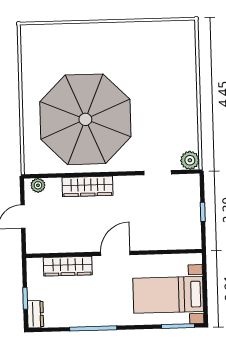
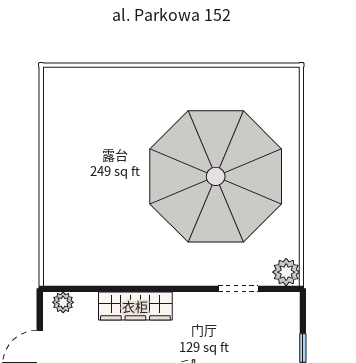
parasol: (85, 119) -> (216, 176), moved

